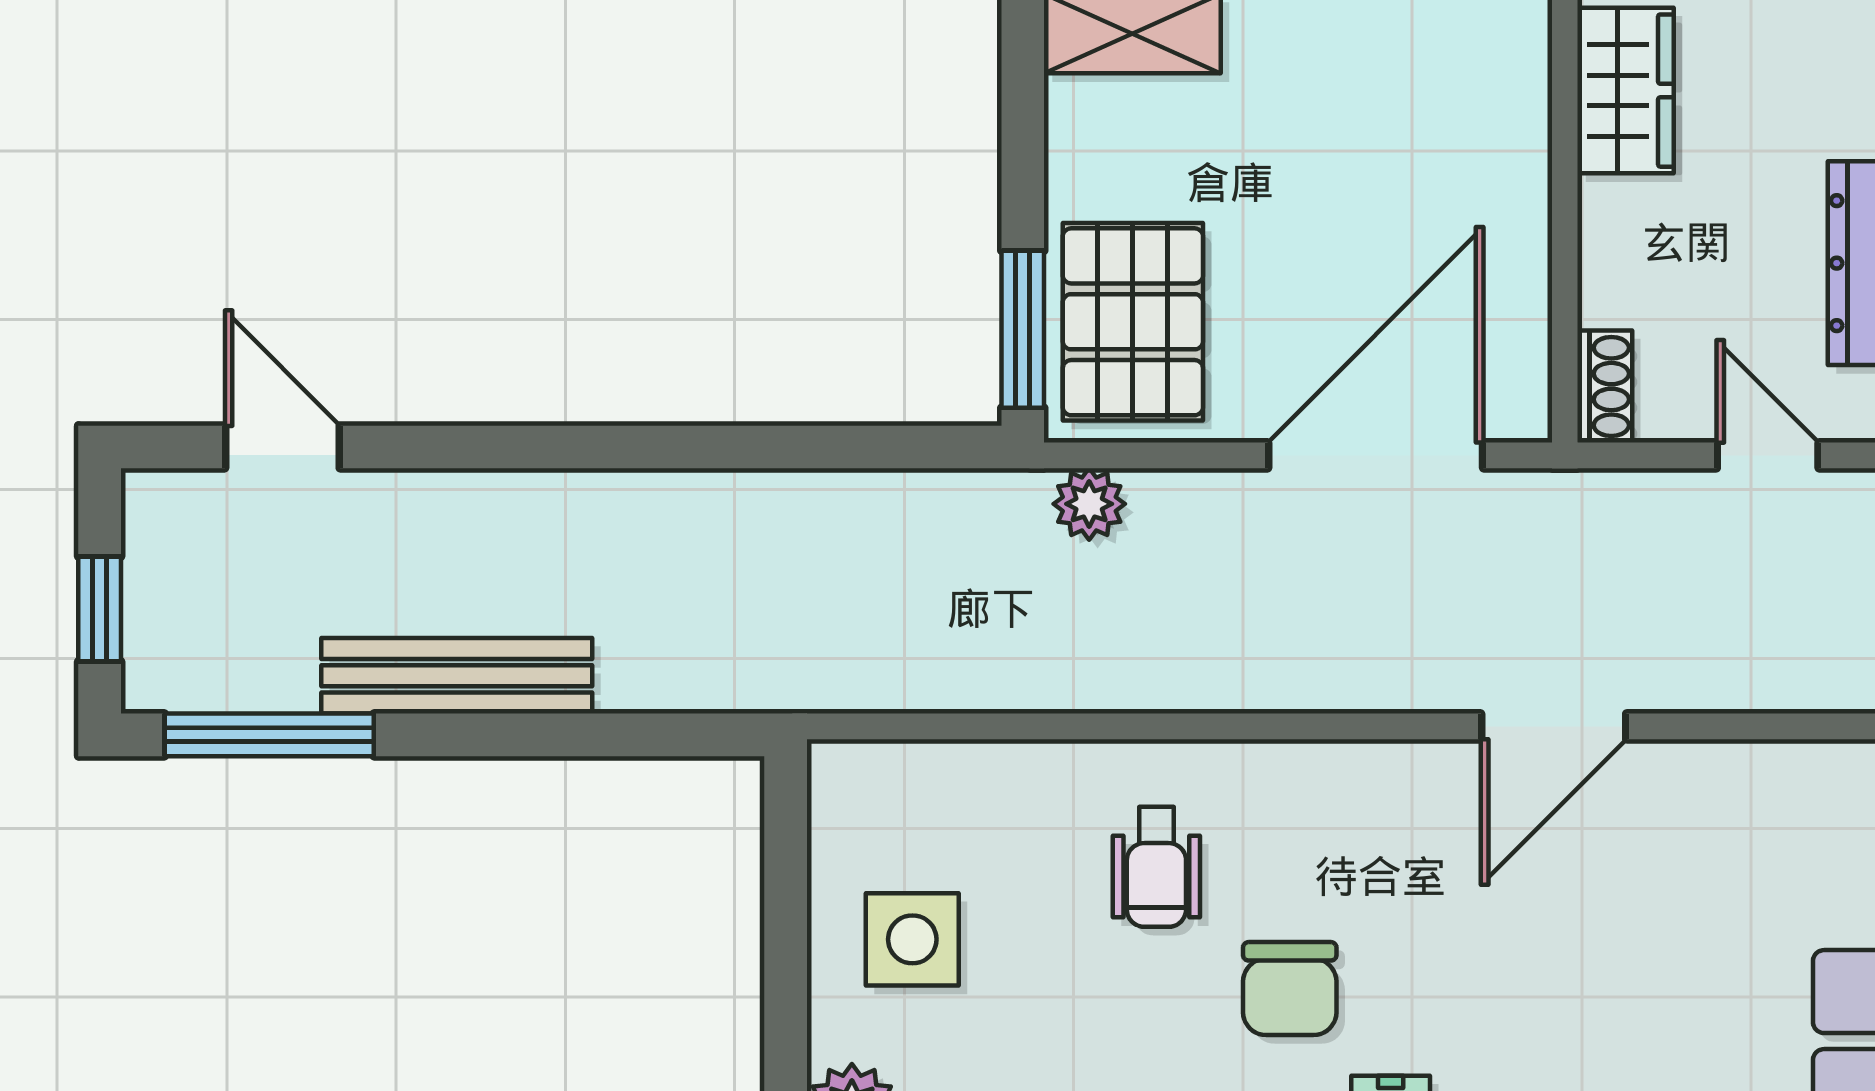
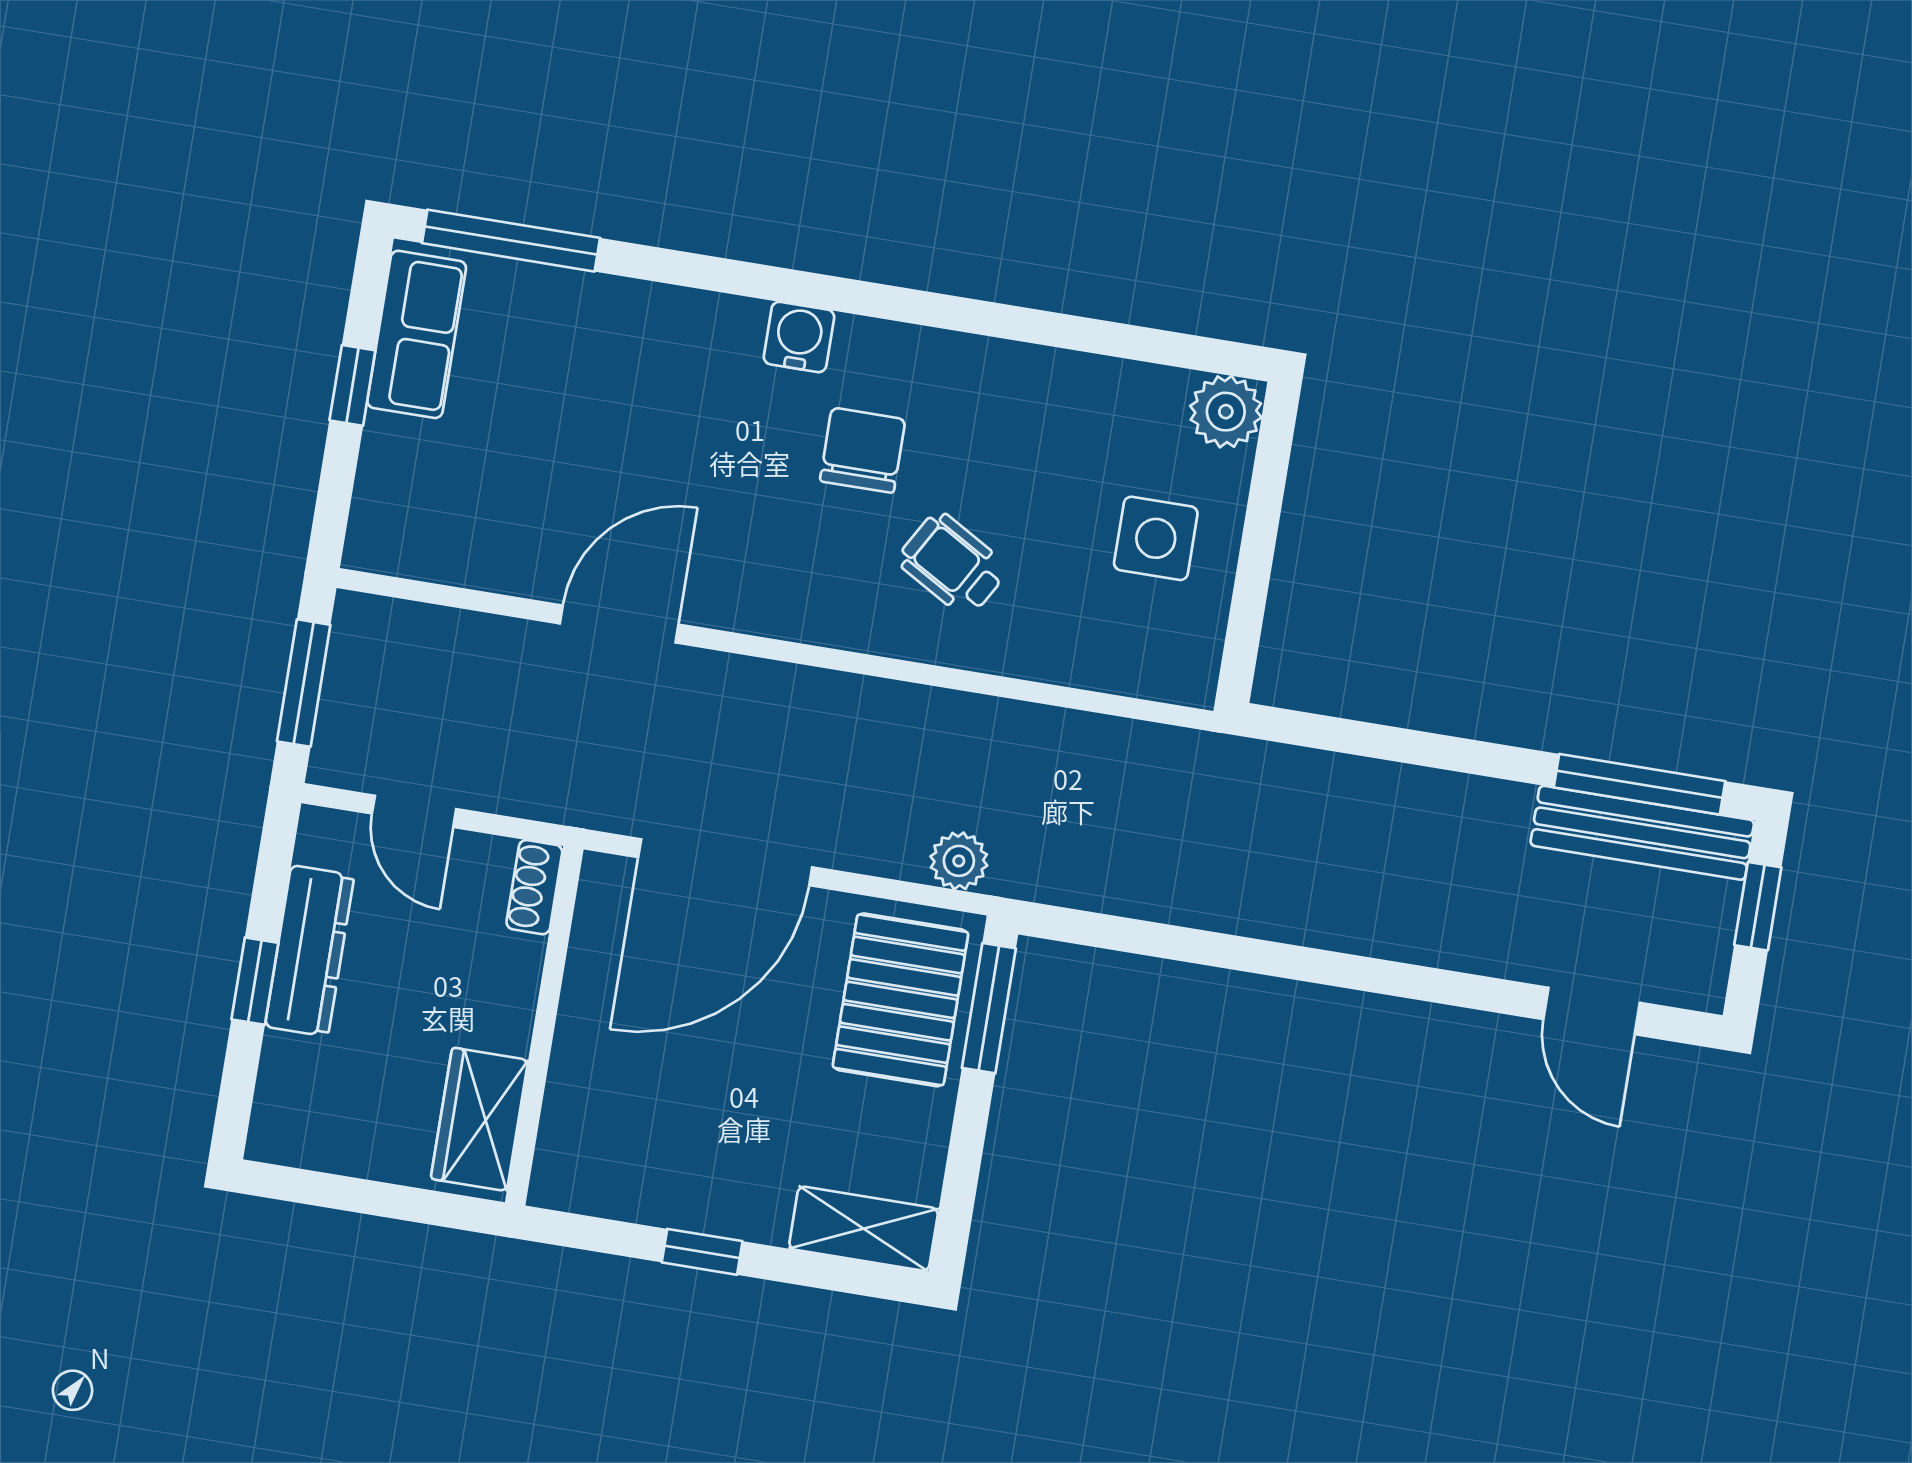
bench: (457, 676) -> (1642, 833), moved
wheelchair: (1156, 867) -> (953, 564), turned -60

